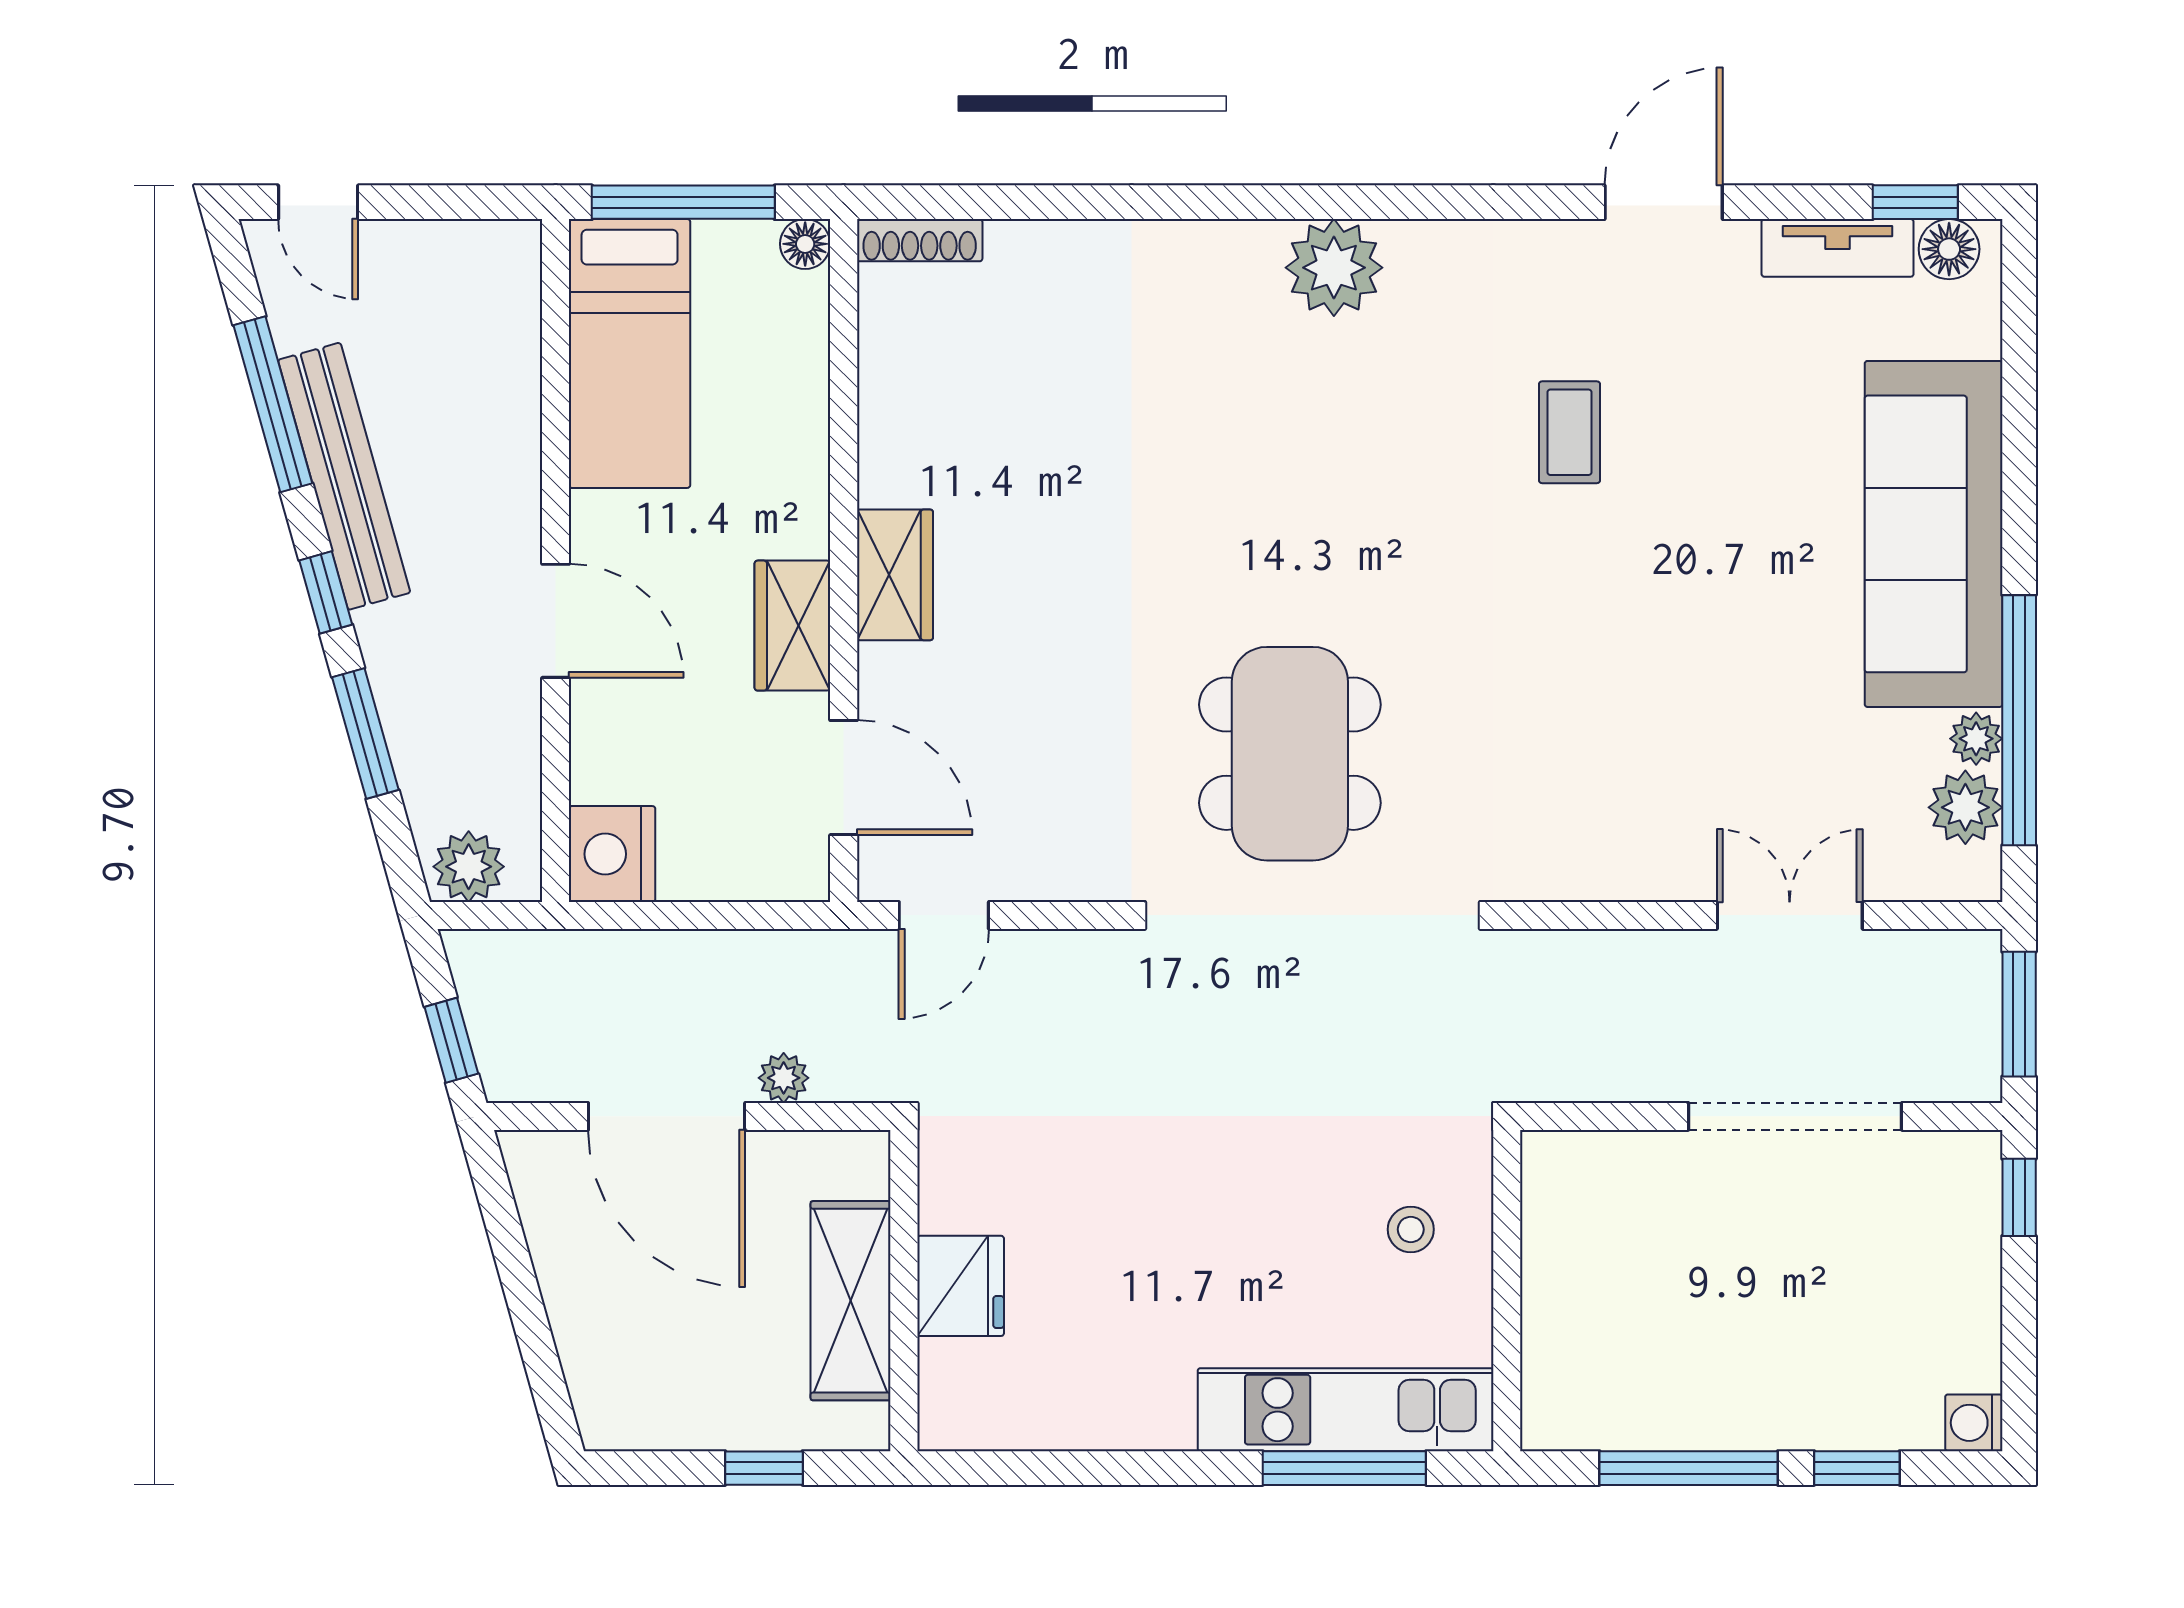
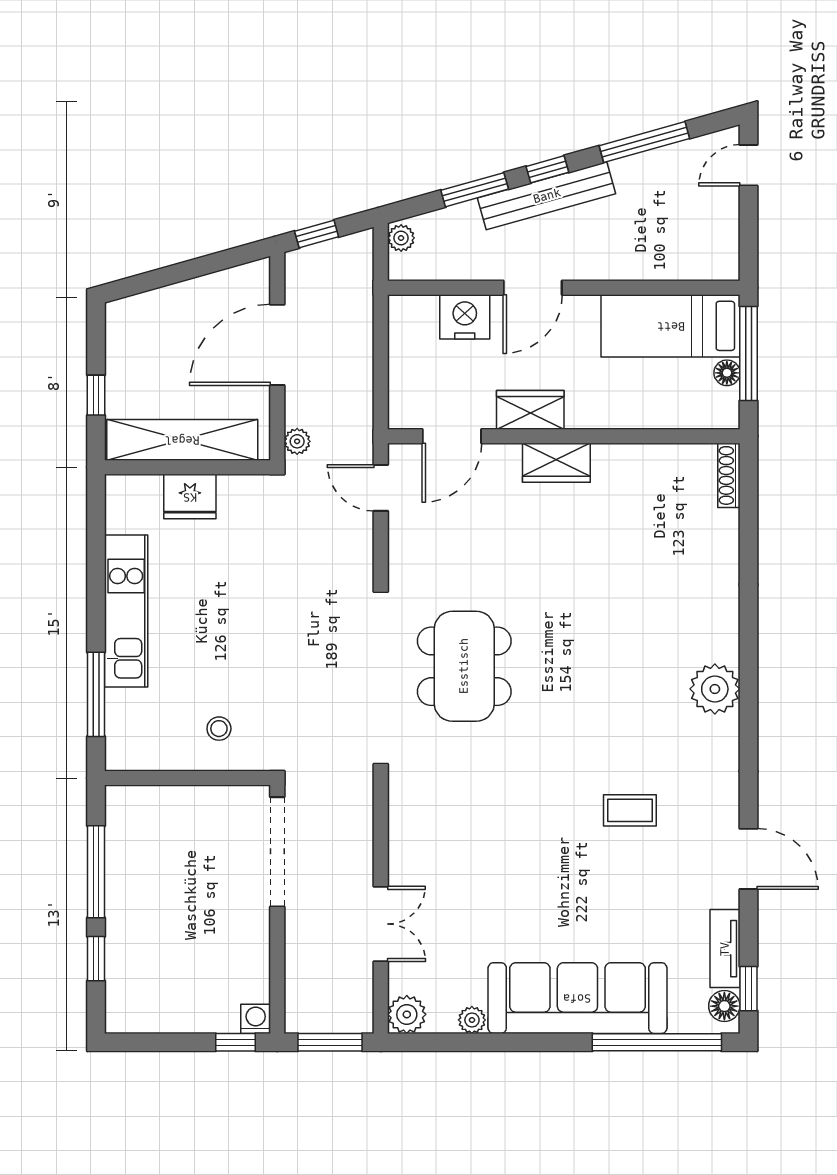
floor lamp: (805, 244) -> (727, 373), moved
bench: (344, 476) -> (547, 196), moved
window: (2019, 720) -> (657, 1042), moved
dining table: (1290, 754) -> (464, 666), turned 90
plant: (1965, 807) -> (407, 1014), moved
nightstand: (612, 854) -> (465, 317), moved
plant: (469, 867) -> (401, 238), width x0.73, depth x0.73
plant: (784, 1078) -> (297, 441), moved
doorway: (1795, 1116) -> (277, 852), moved
shelving: (851, 1301) -> (182, 440), width x1.47
kitchen unit: (1346, 1410) -> (126, 611), moved
washing machine: (1974, 1423) -> (256, 1019), moved

